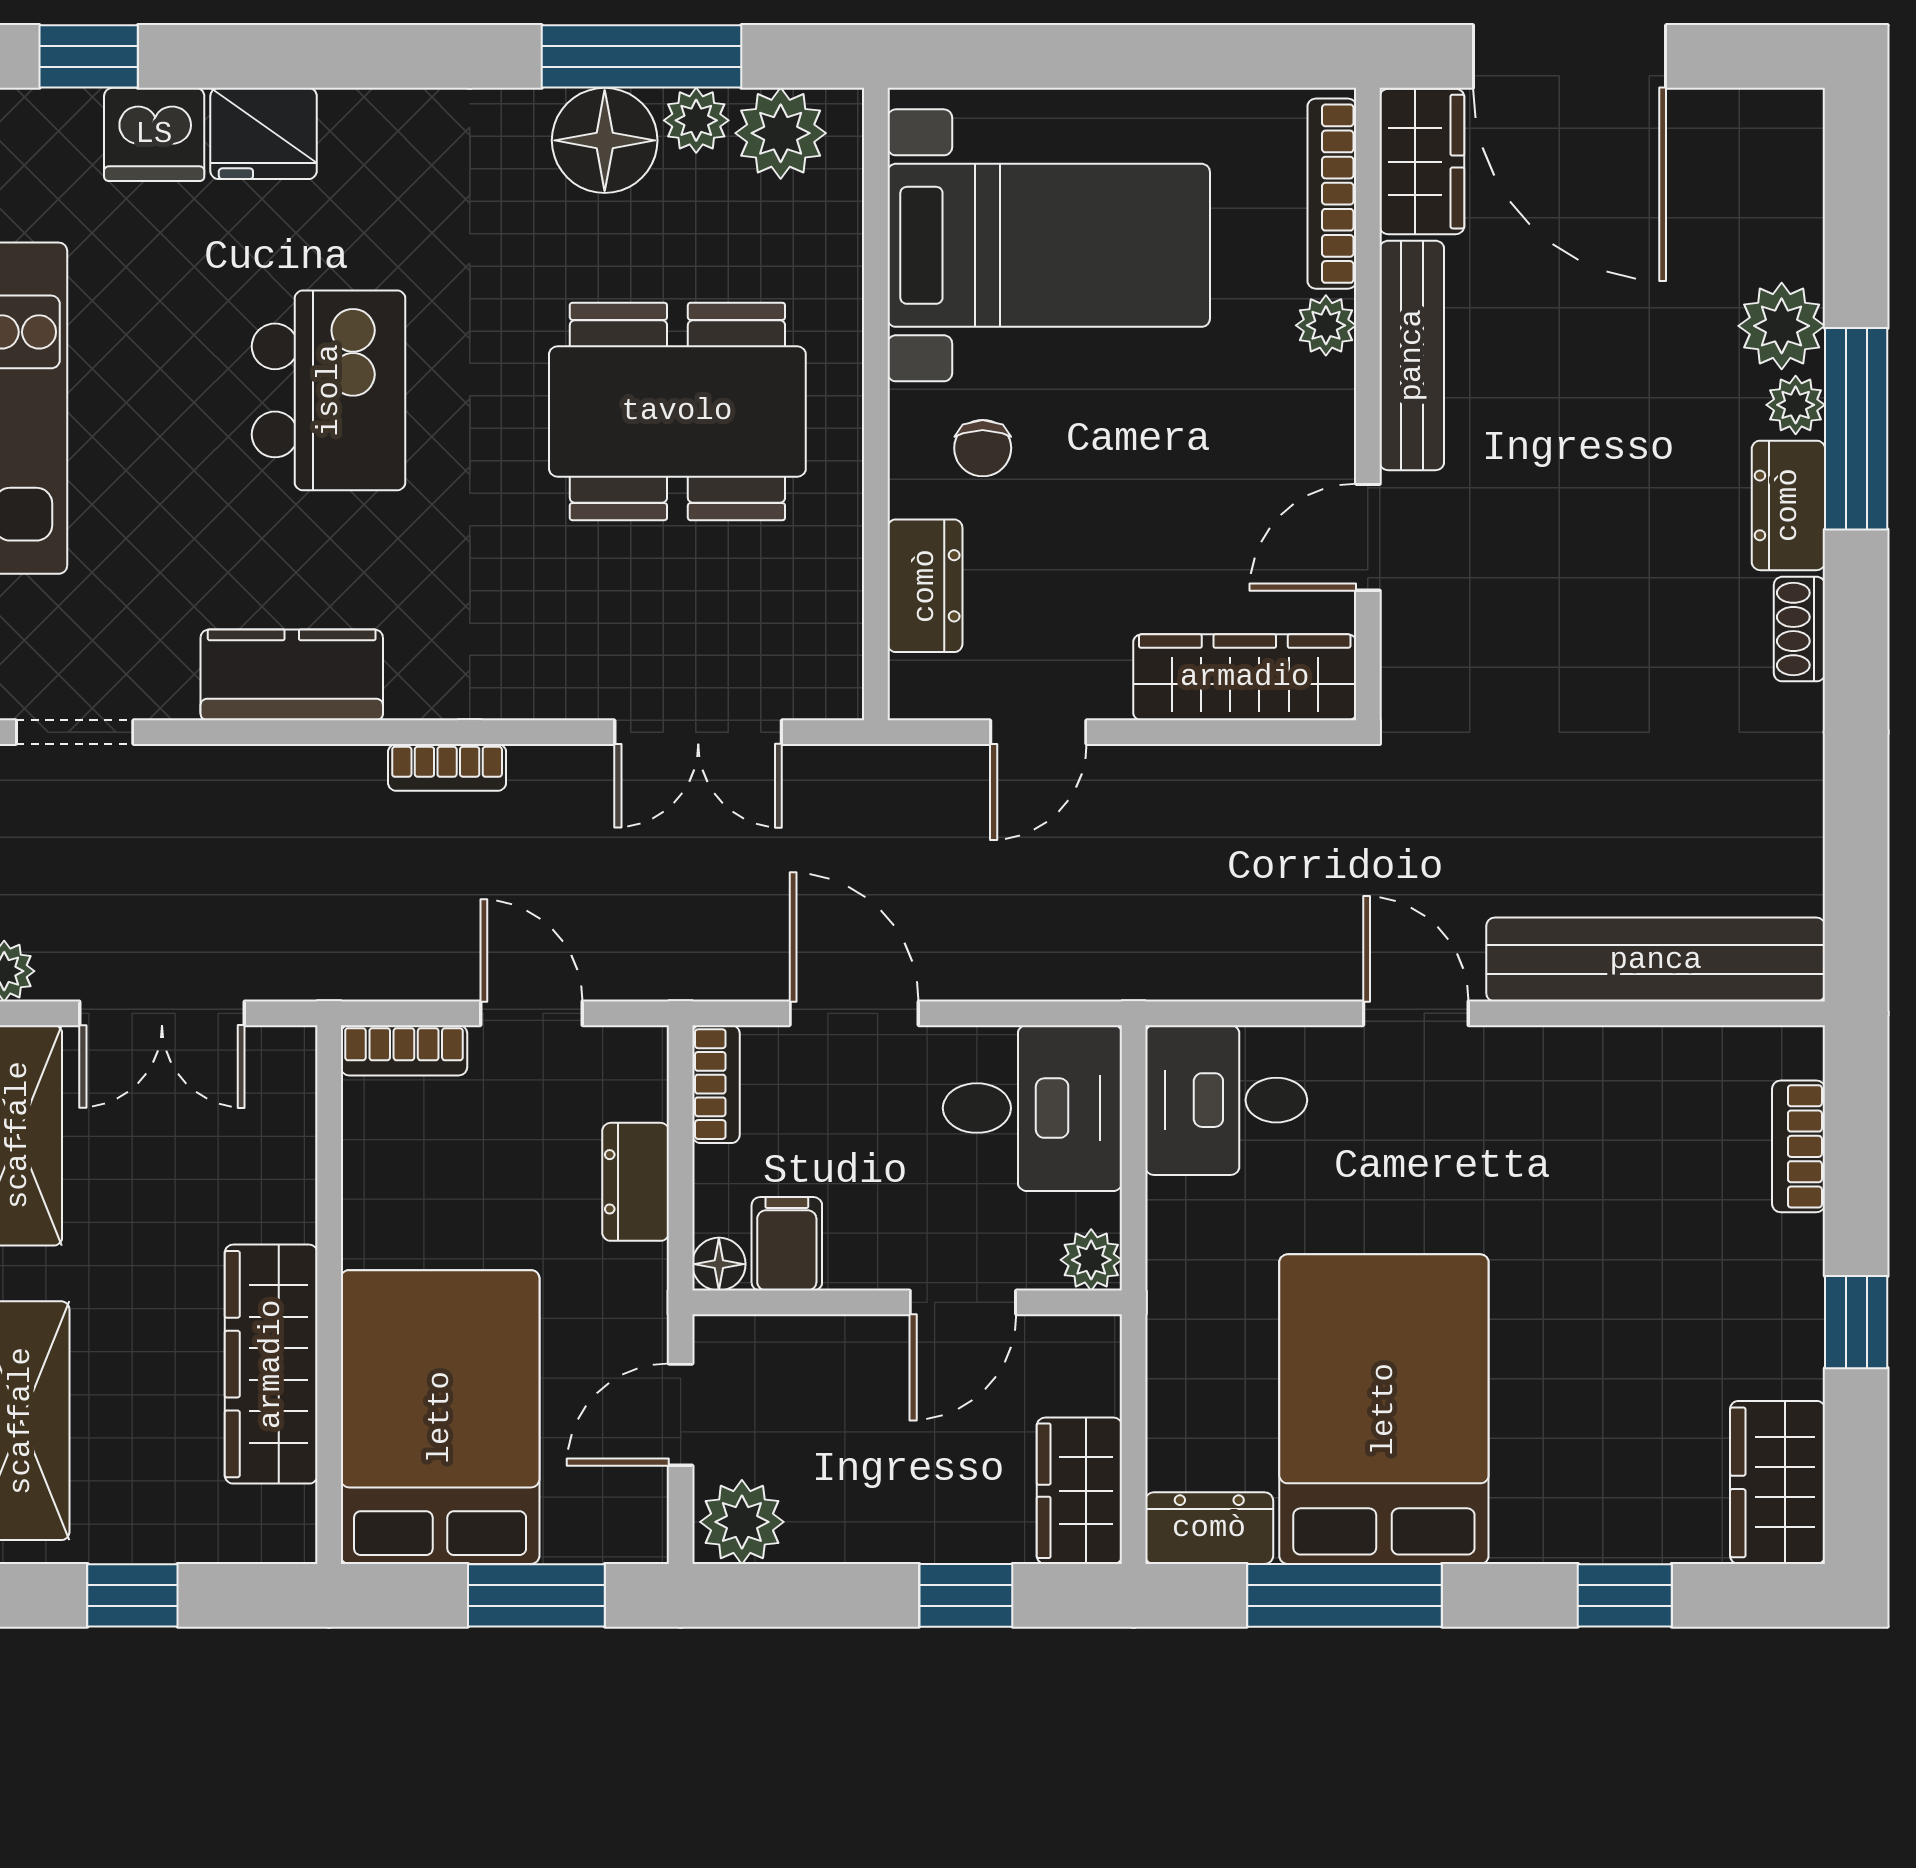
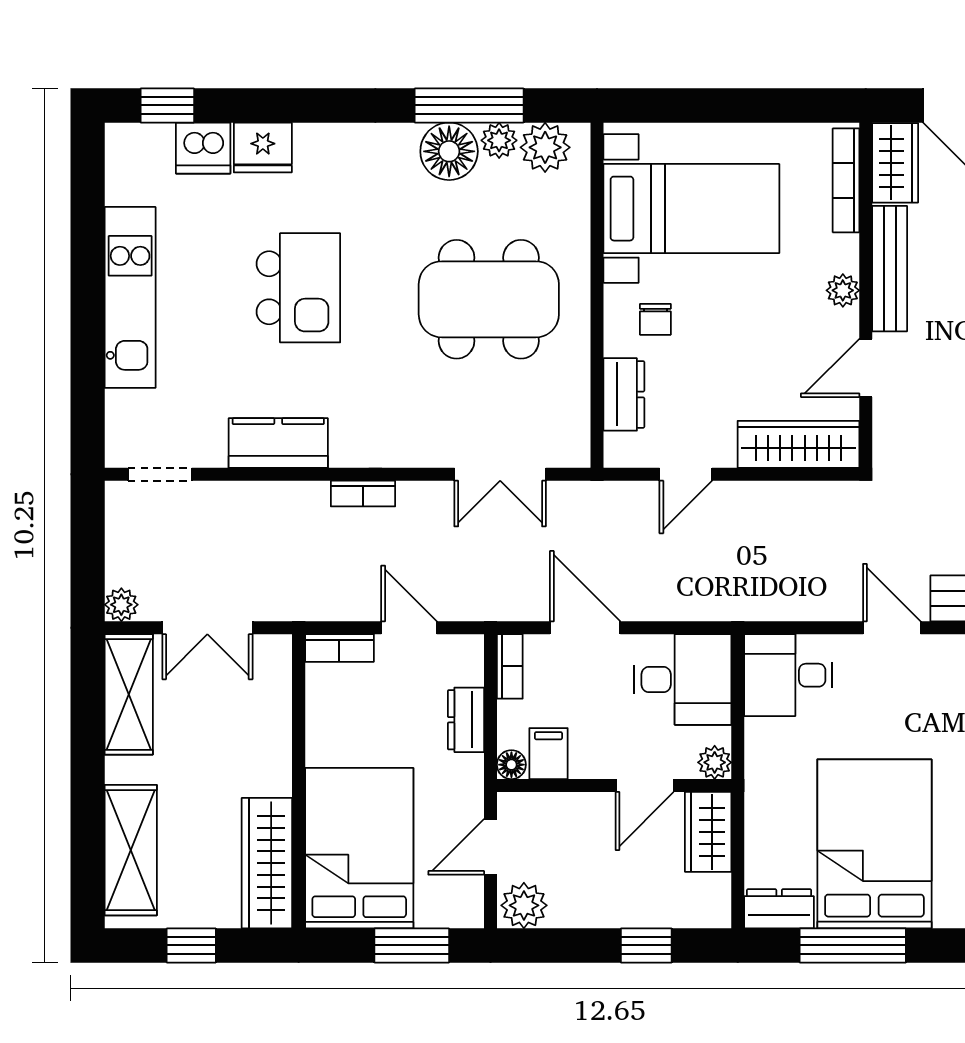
plant: (1326, 325) -> (843, 290), moved
wardrobe: (271, 1364) -> (267, 863), moved
wardrobe: (1079, 1491) -> (708, 832), moved

